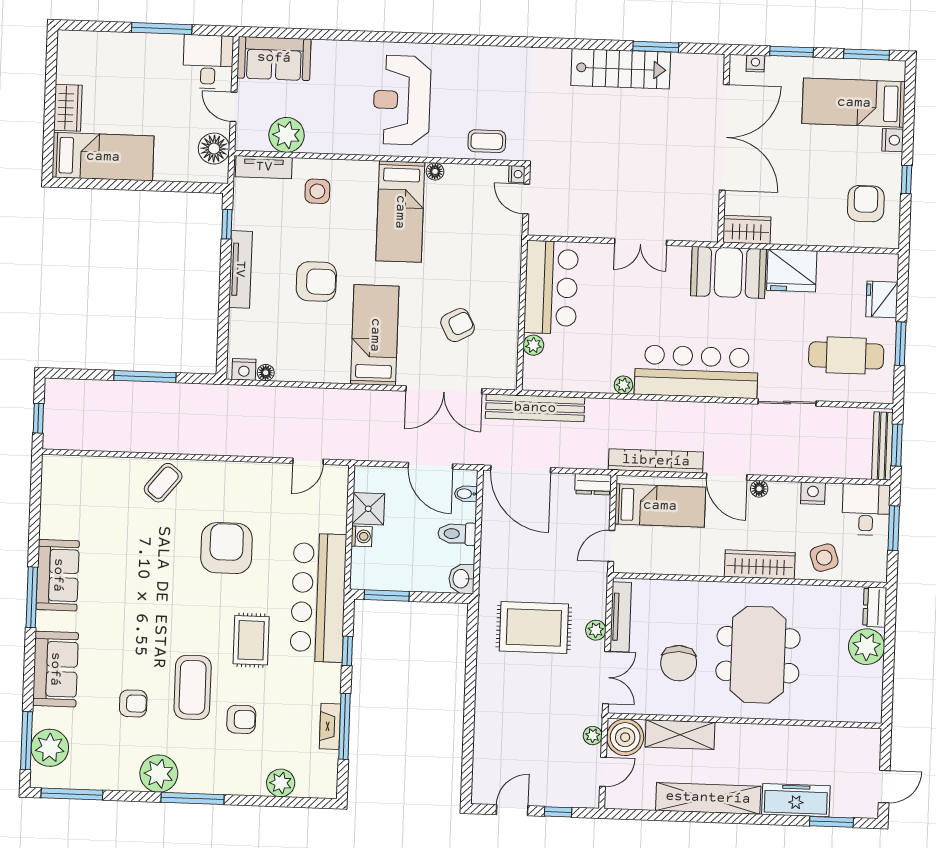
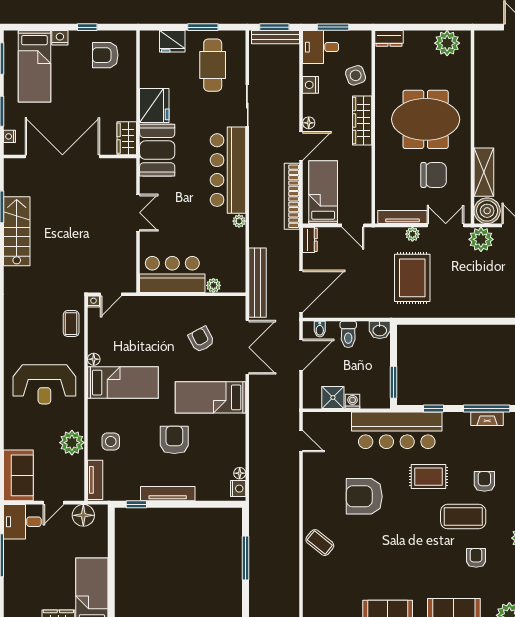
plant: (287, 135) -> (72, 443), moved
plant: (867, 647) -> (447, 43), moved
plant: (593, 736) -> (481, 239), width x1.88, depth x1.88

